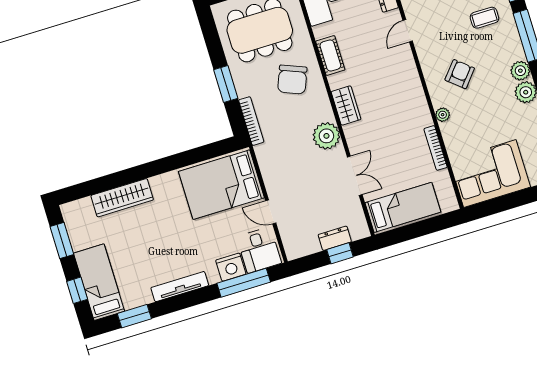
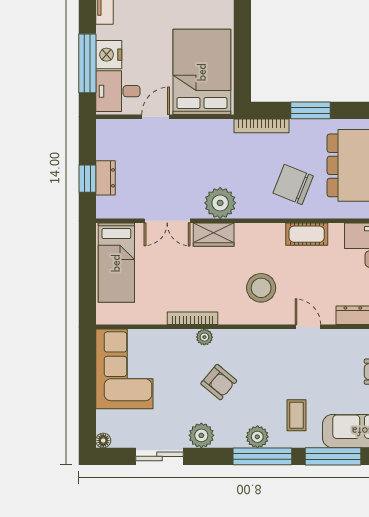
plant: (520, 71) -> (257, 437), moved
armchair: (460, 74) -> (219, 382), moved
stool: (387, 80) -> (261, 288), added
wardrobe: (346, 106) -> (214, 235), moved
bookcase: (436, 148) -> (192, 318), moved

